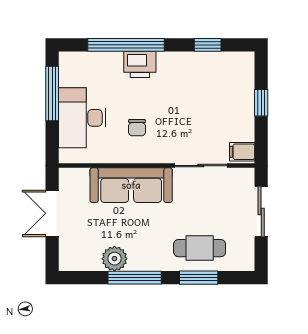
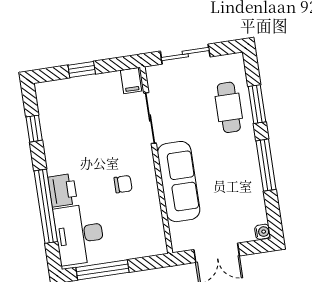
desk: (82, 118) -> (79, 234), moved, turned 90
plant: (114, 259) -> (251, 187), removed
water cooler: (67, 264) -> (262, 232), added

